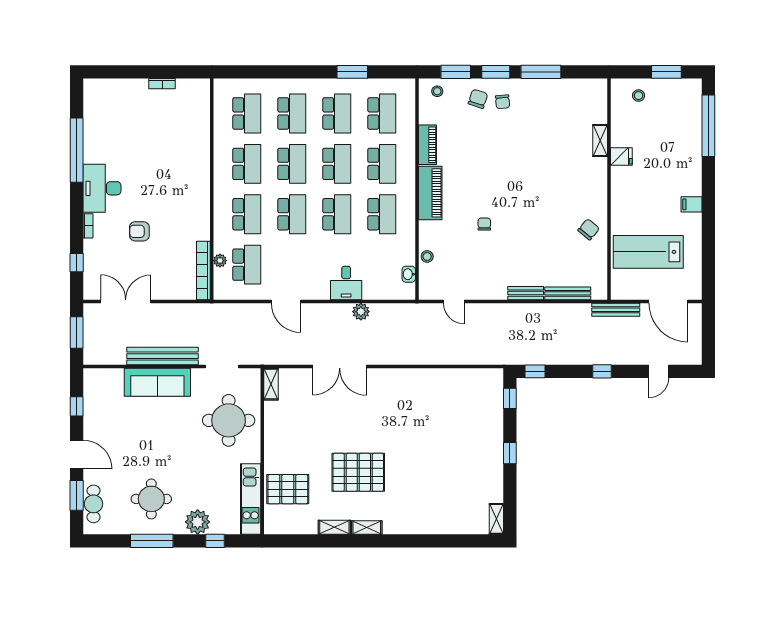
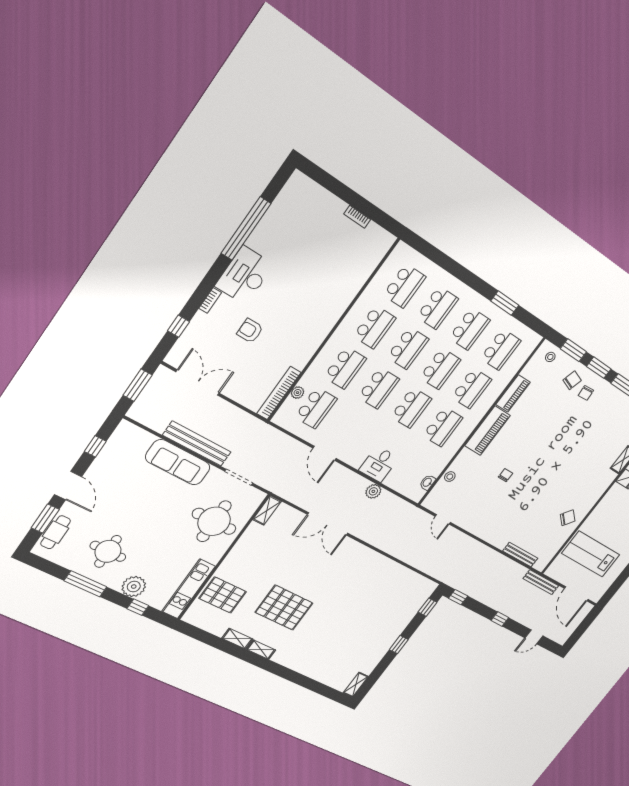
bench: (526, 293) -> (494, 540), removed

